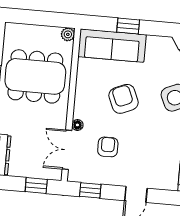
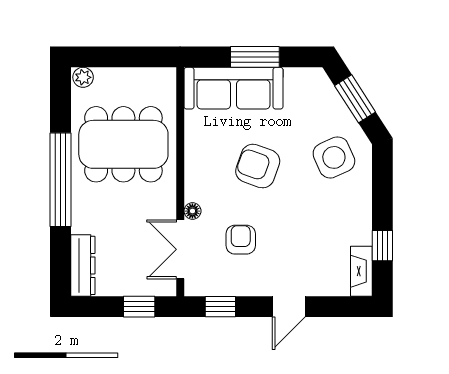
window: (128, 26) -> (255, 57), width x1.50
plant: (68, 34) -> (83, 77), moved
armchair: (124, 99) -> (258, 166), turned -47

